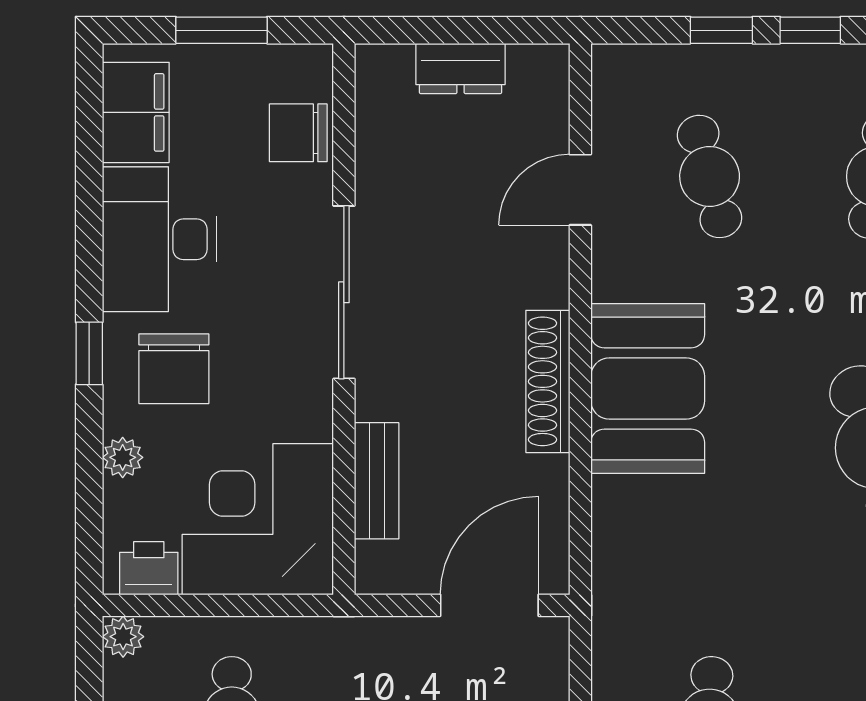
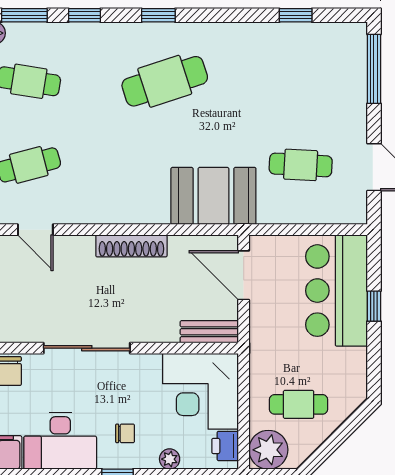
chair: (174, 369) -> (125, 433), width x0.54, depth x0.54
booth: (648, 388) -> (213, 196), moved
bench: (377, 481) -> (209, 332), moved
plant: (123, 637) -> (268, 450), width x1.88, depth x1.88

